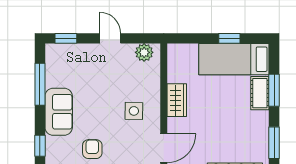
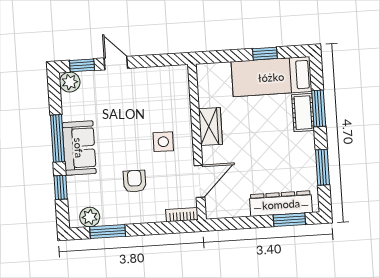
door: (110, 38) -> (116, 63), moved
plant: (144, 52) -> (70, 82), moved
window: (40, 84) -> (57, 138), moved
armchair: (92, 149) -> (135, 181), moved

